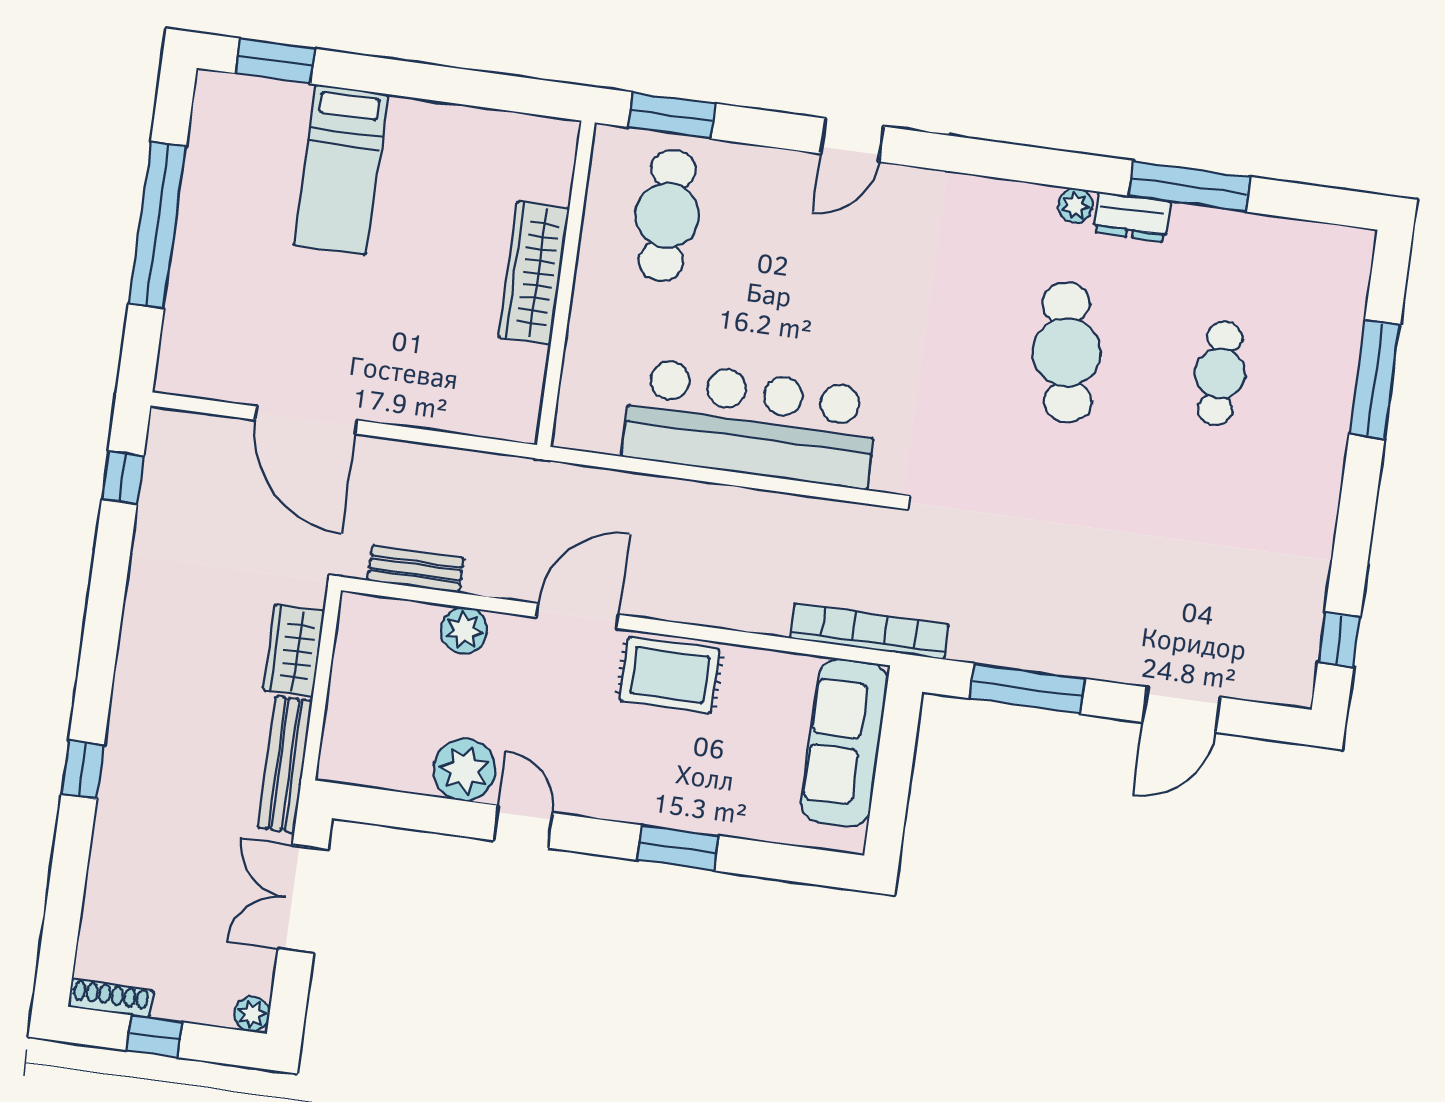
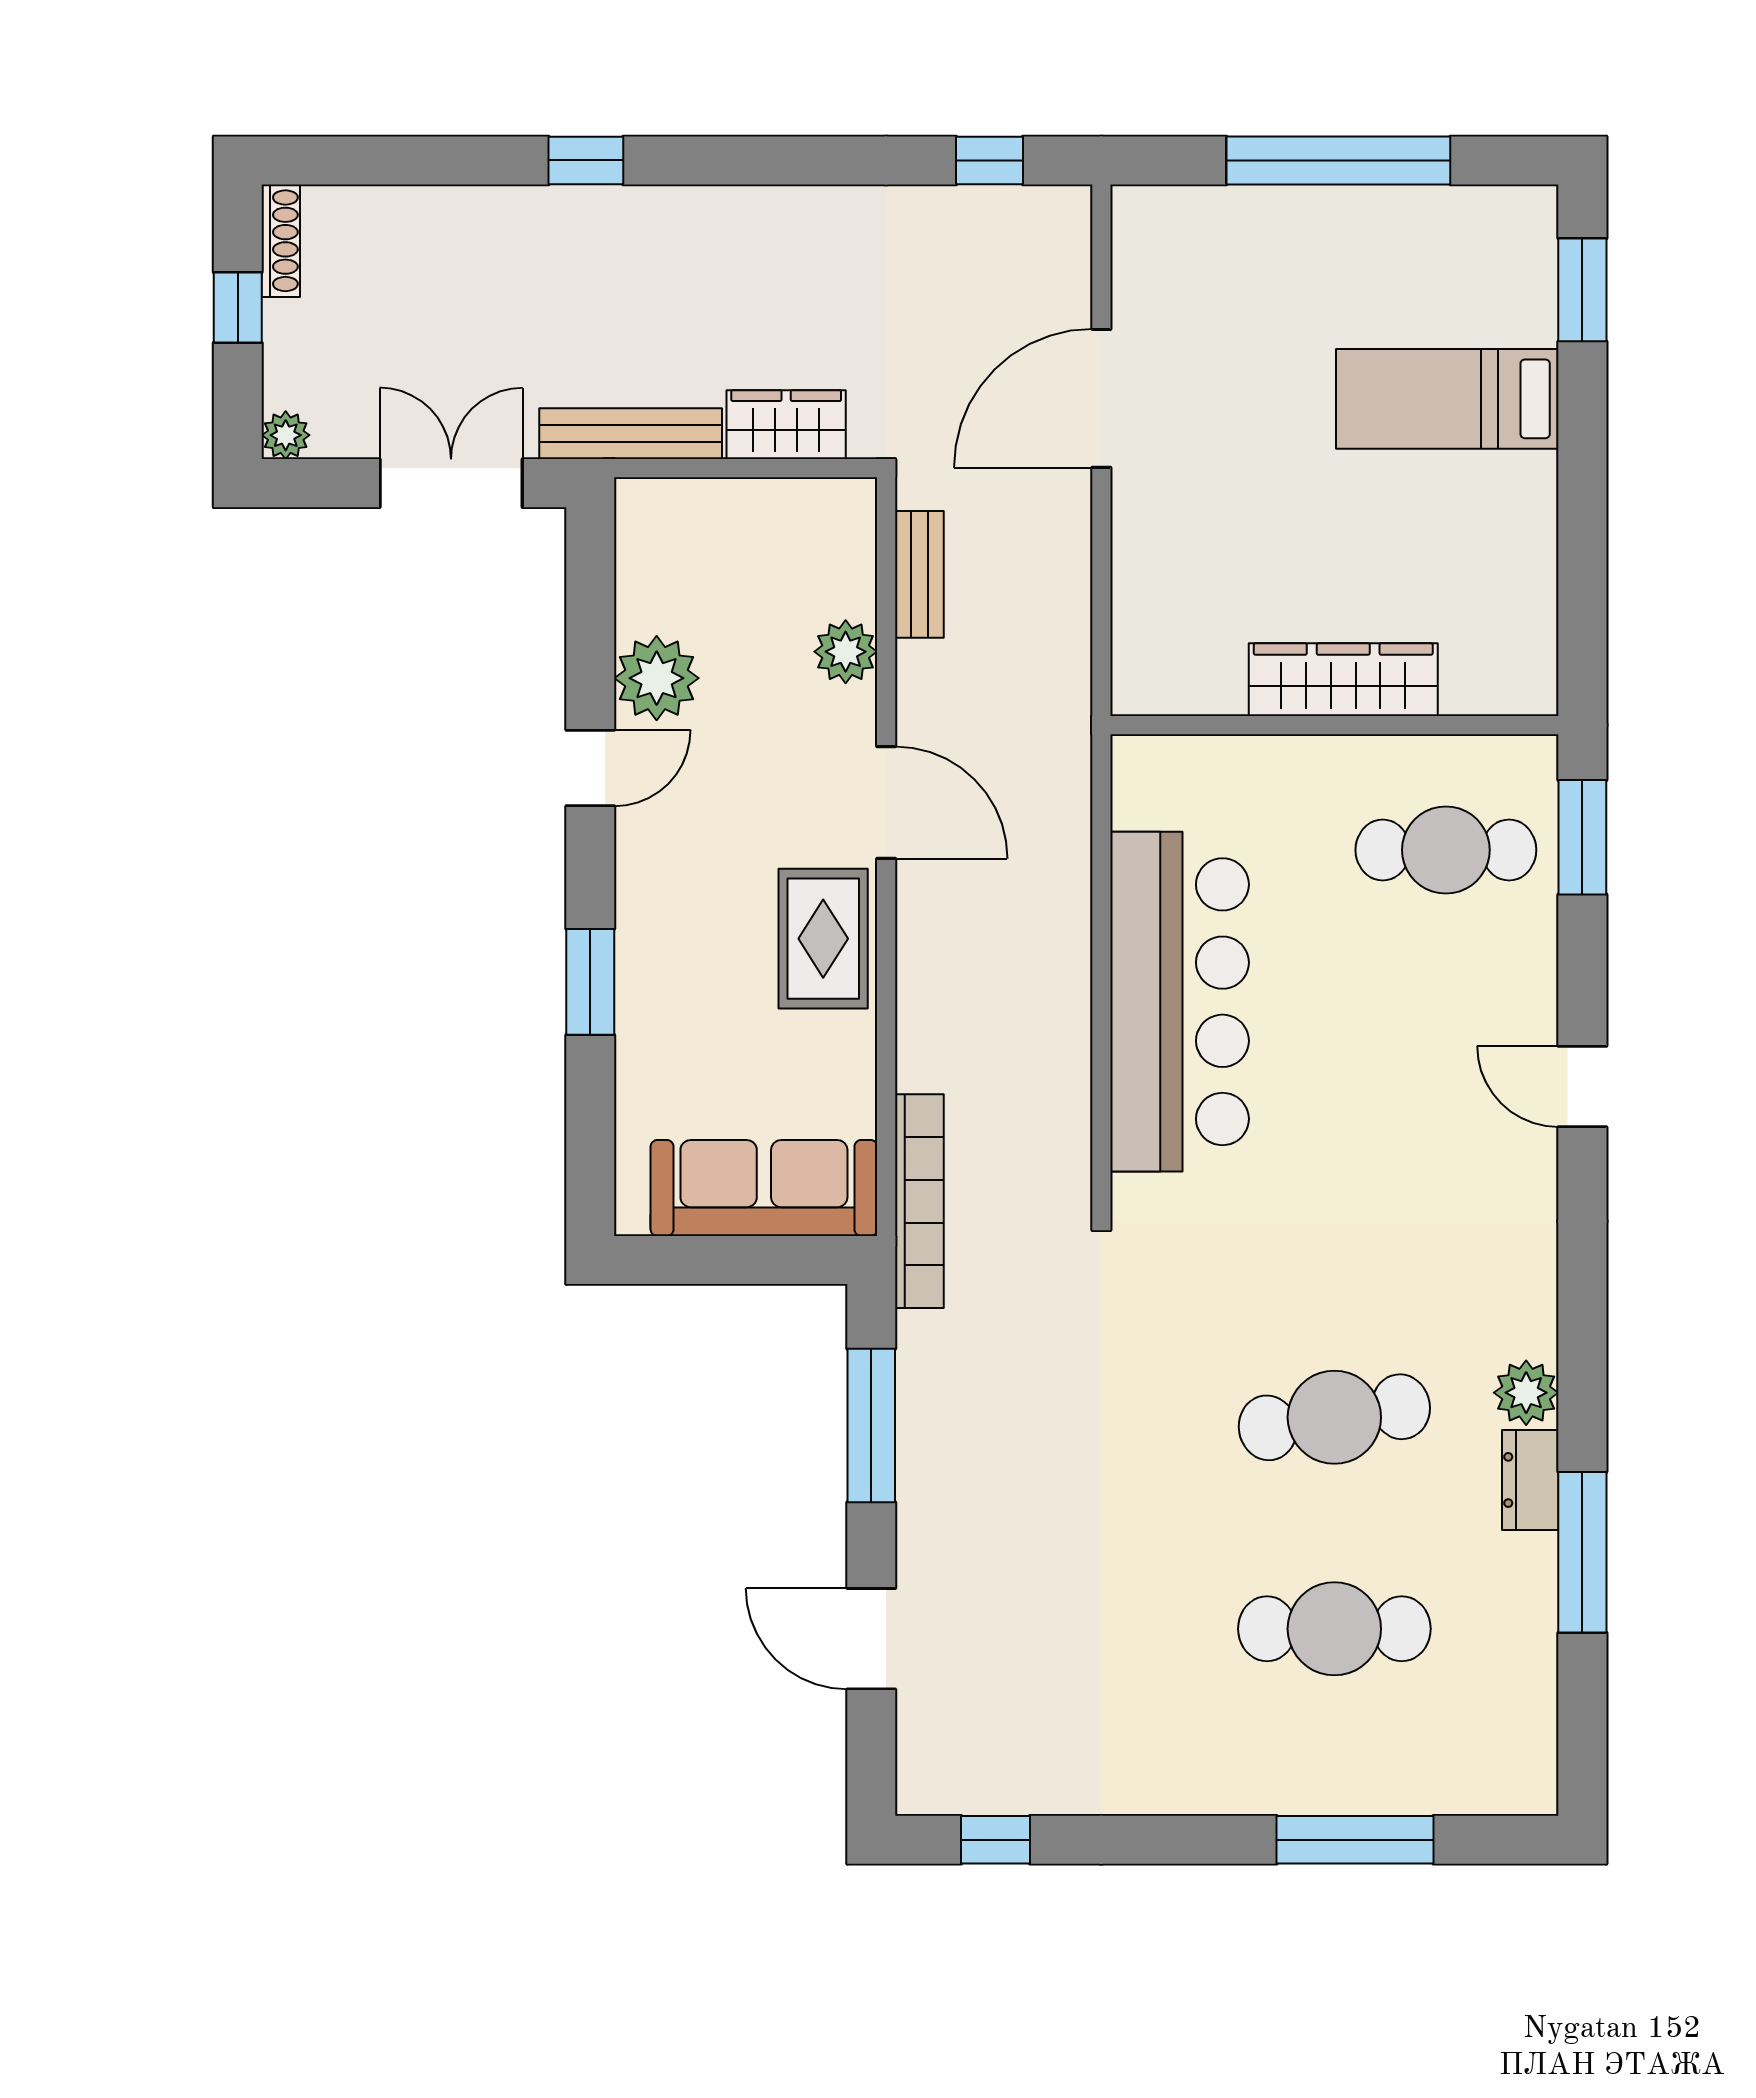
plant: (1075, 206) -> (1526, 1393), width x1.38, depth x1.38
cafe table: (1220, 373) -> (1334, 1629), width x1.37, depth x1.35

